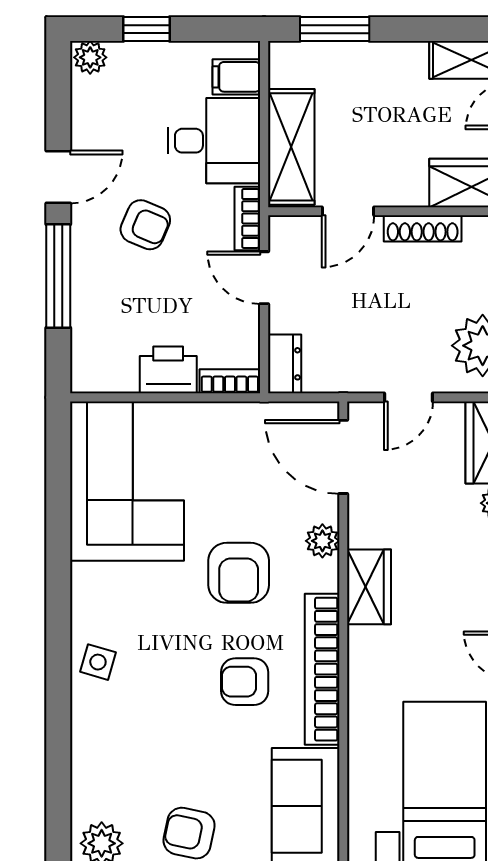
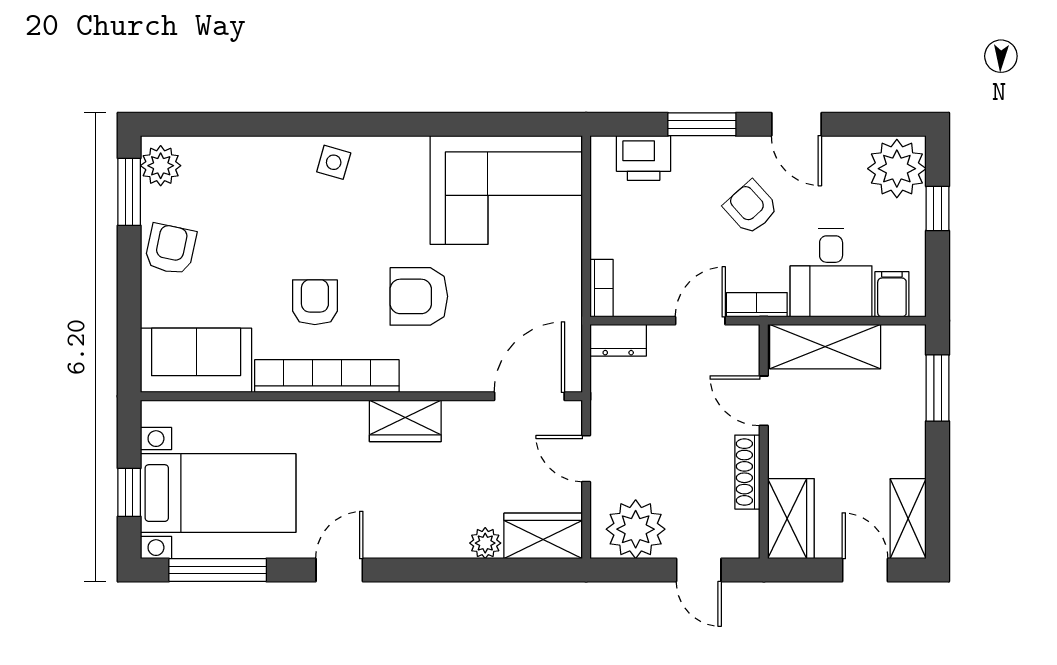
plant: (90, 57) -> (897, 169), width x1.87, depth x1.87
armchair: (145, 225) -> (751, 207), turned 115
window: (58, 276) -> (702, 124), width x0.69
printer: (168, 370) -> (644, 158), moved, turned 90
plant: (322, 541) -> (449, 376), removed

